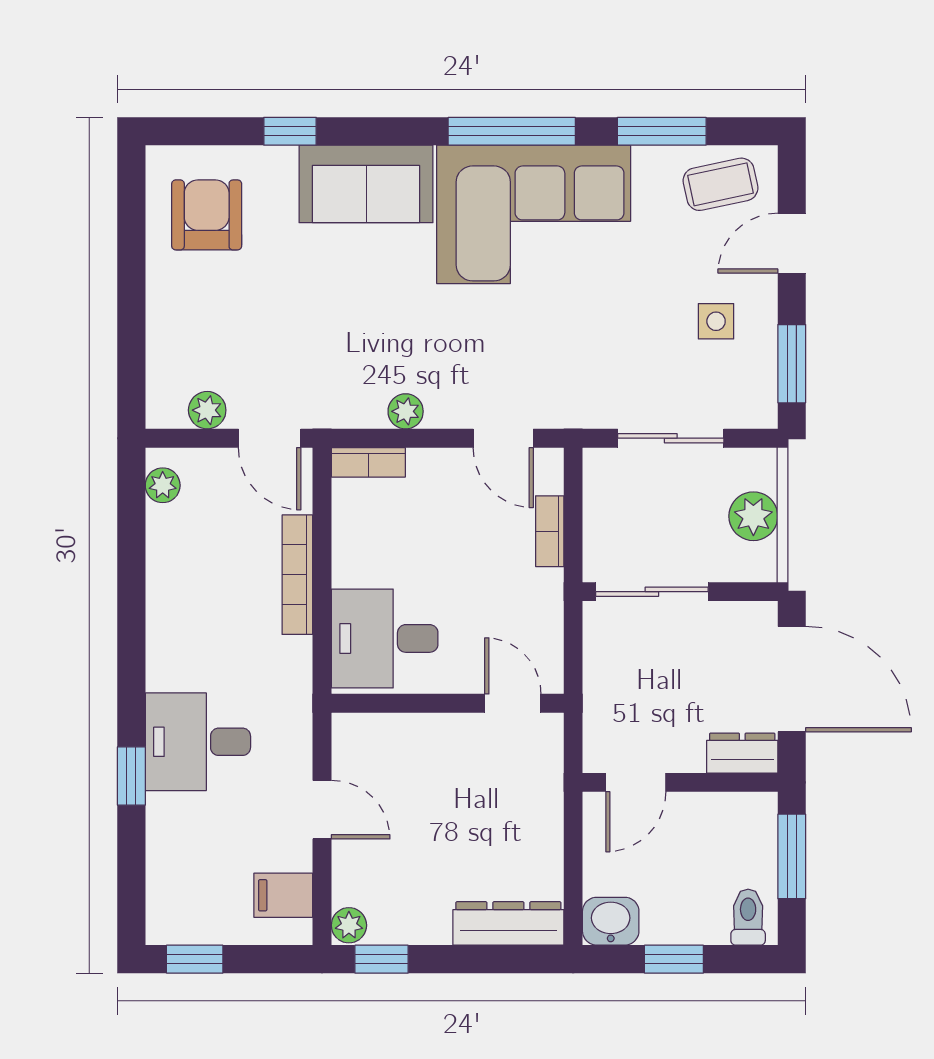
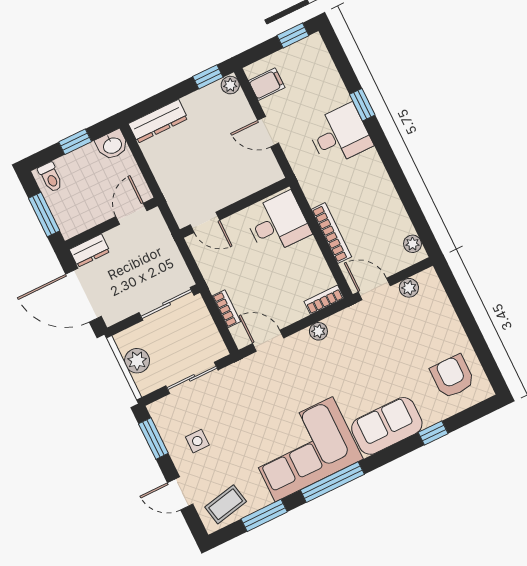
armchair: (207, 215) -> (452, 376), turned 180
door: (792, 243) -> (180, 493), swing flipped

